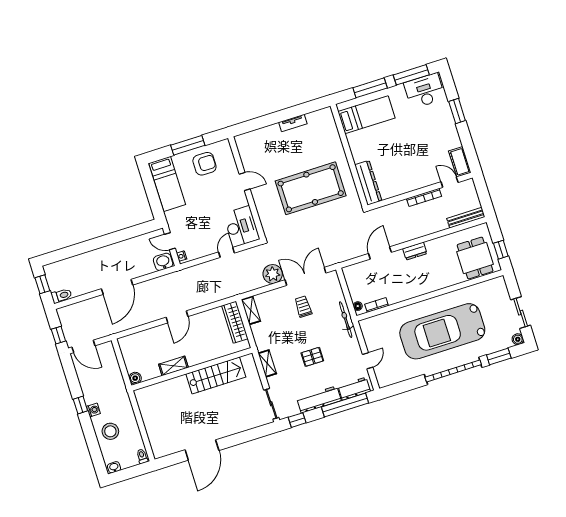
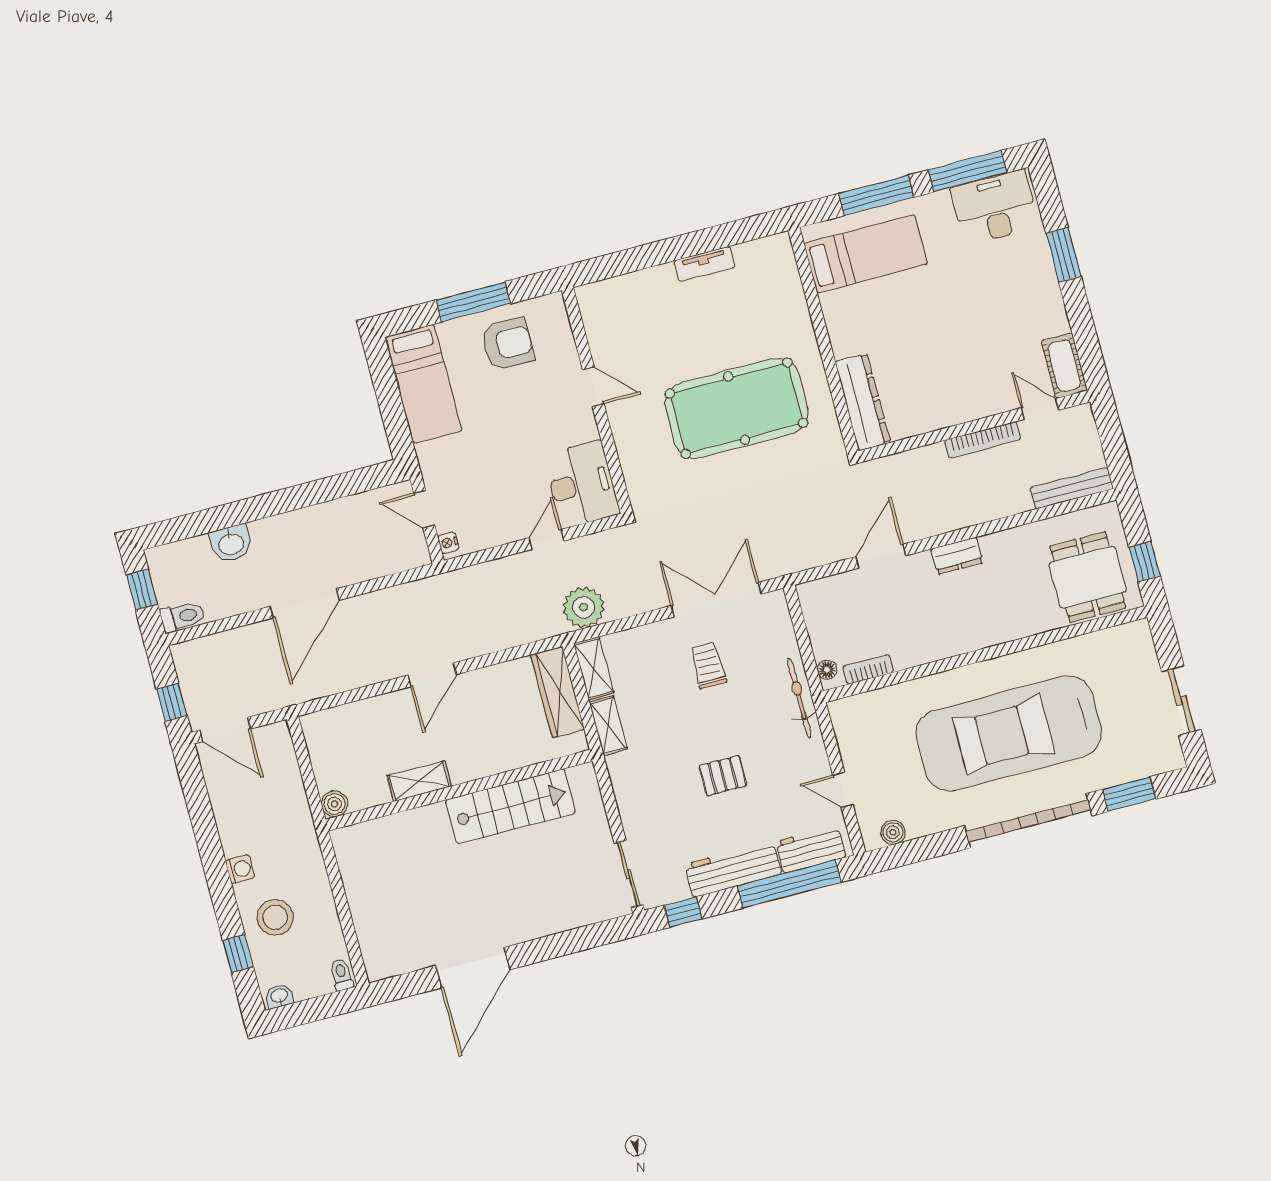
washbasin: (163, 262) -> (231, 543), moved, turned 180
plant: (273, 274) -> (584, 607), moved
boiler: (518, 339) -> (893, 832), moved
door: (368, 361) -> (843, 790), swing flipped
shelving: (267, 363) -> (608, 726), moved
window: (80, 405) -> (238, 953), moved

